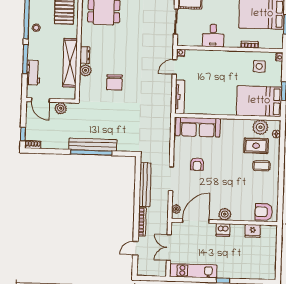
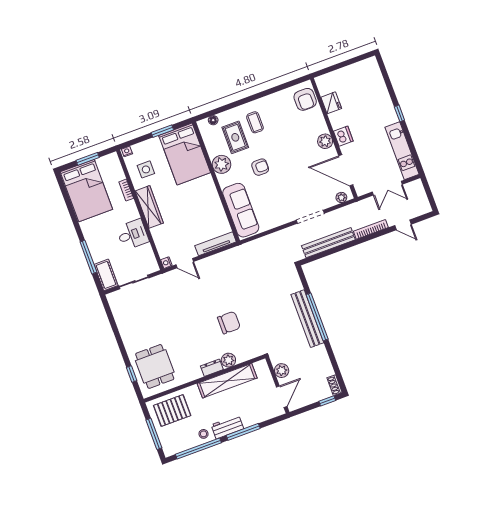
wardrobe: (229, 57) -> (149, 207), added
workbench: (33, 73) -> (227, 427), moved
plant: (260, 127) -> (222, 164), moved
armchair: (197, 164) -> (260, 167), moved

